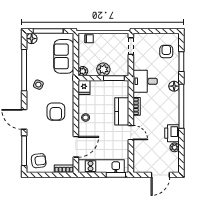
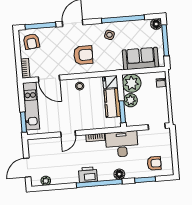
plant: (83, 71) -> (132, 83), width x1.88, depth x1.88
desk: (145, 81) -> (122, 144), width x1.37
kitchen counter: (122, 111) -> (112, 103), moved, turned -90
armchair: (56, 112) -> (83, 55), turned 180
printer: (172, 133) -> (88, 175), moved
plant: (175, 147) -> (46, 181), moved
door: (160, 175) -> (27, 168), hinge flipped

